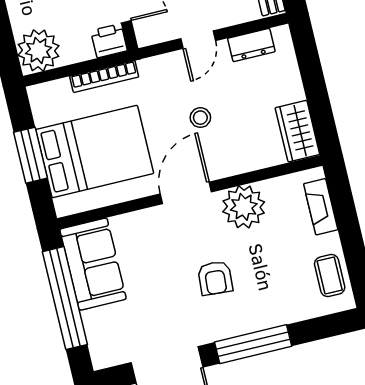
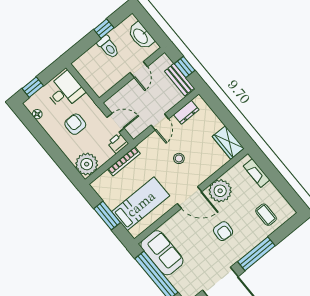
bed: (95, 151) -> (141, 204), width x0.67
door: (186, 193) -> (189, 198), swing flipped
coffee table: (330, 276) -> (266, 215), moved

